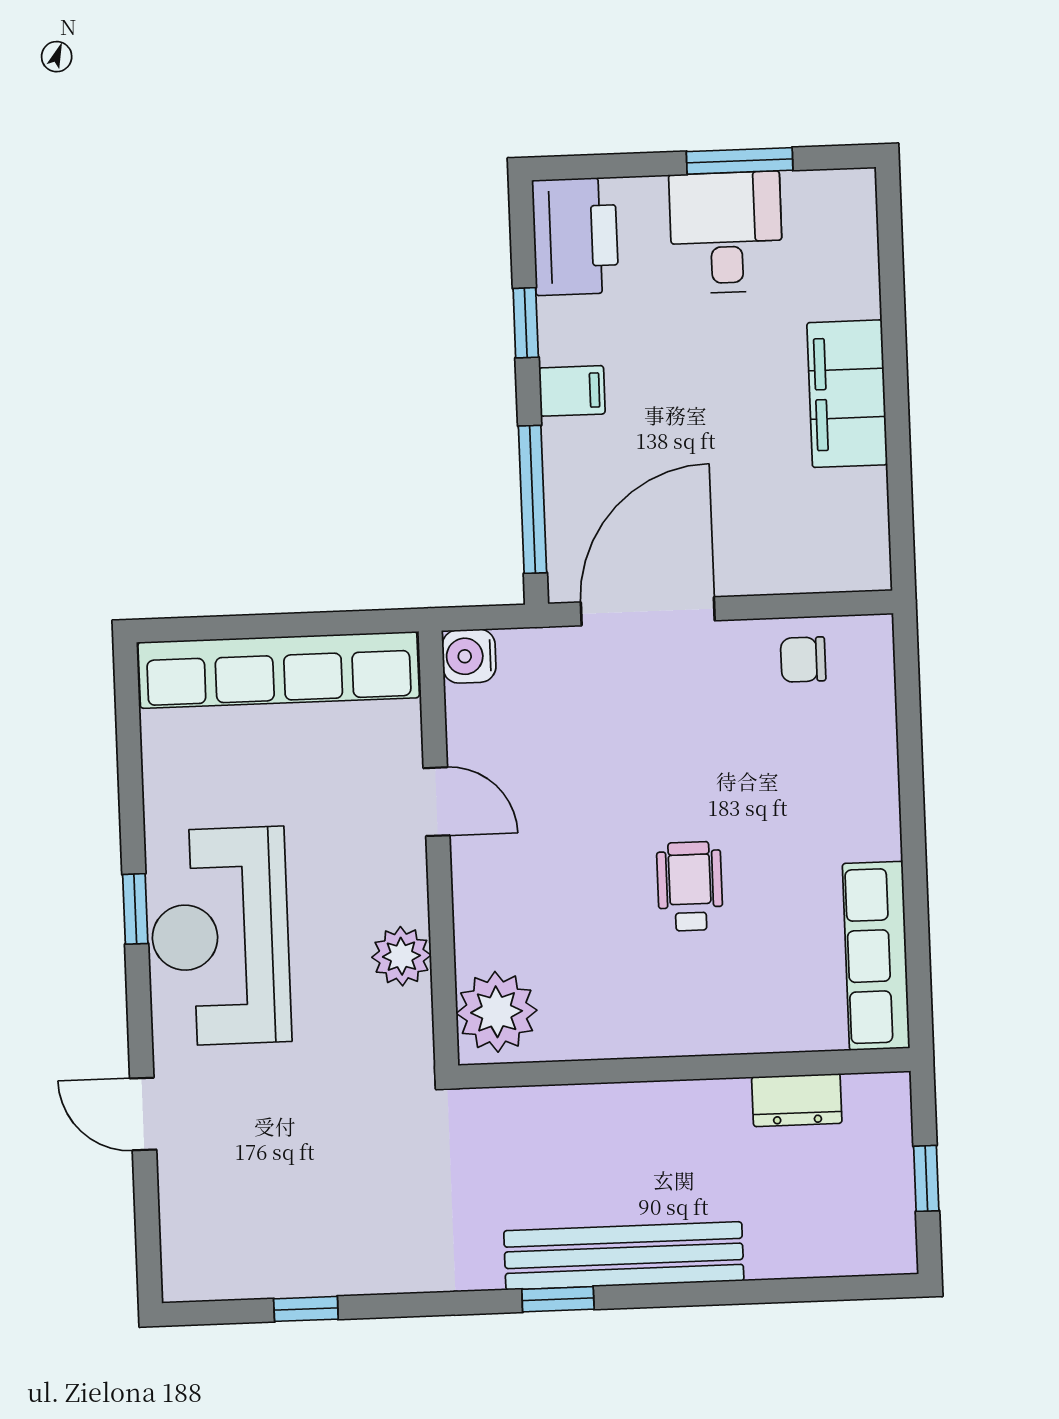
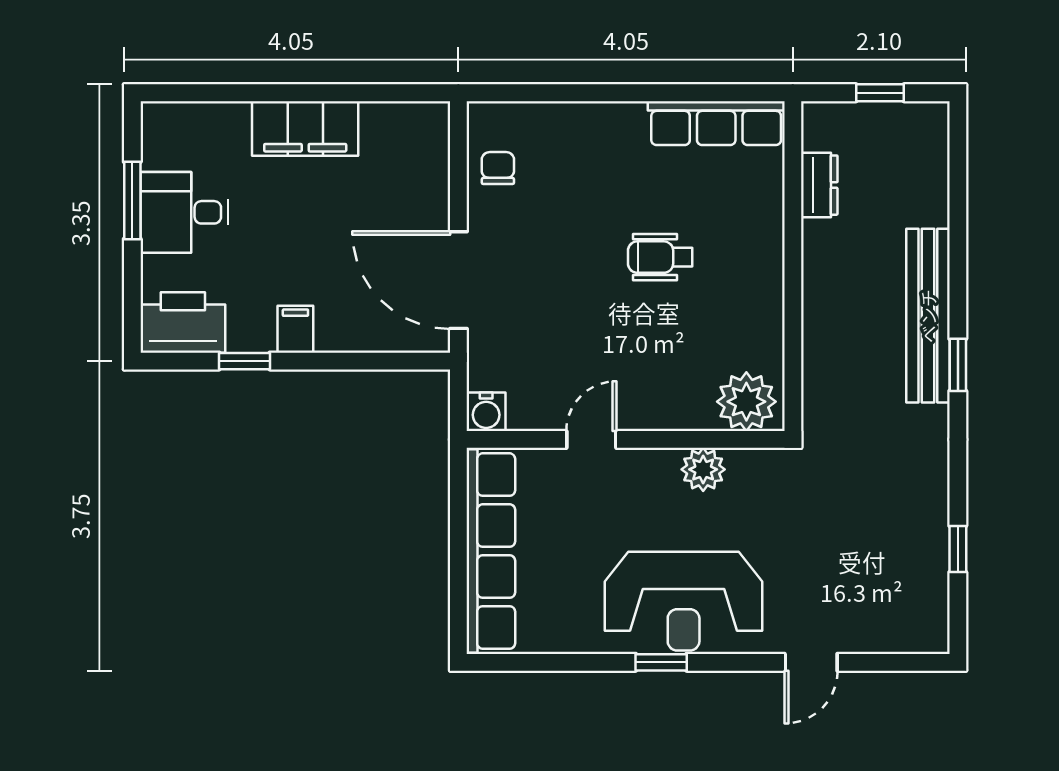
window: (532, 499) -> (374, 361), removed
chair: (803, 660) -> (498, 168), turned 180

